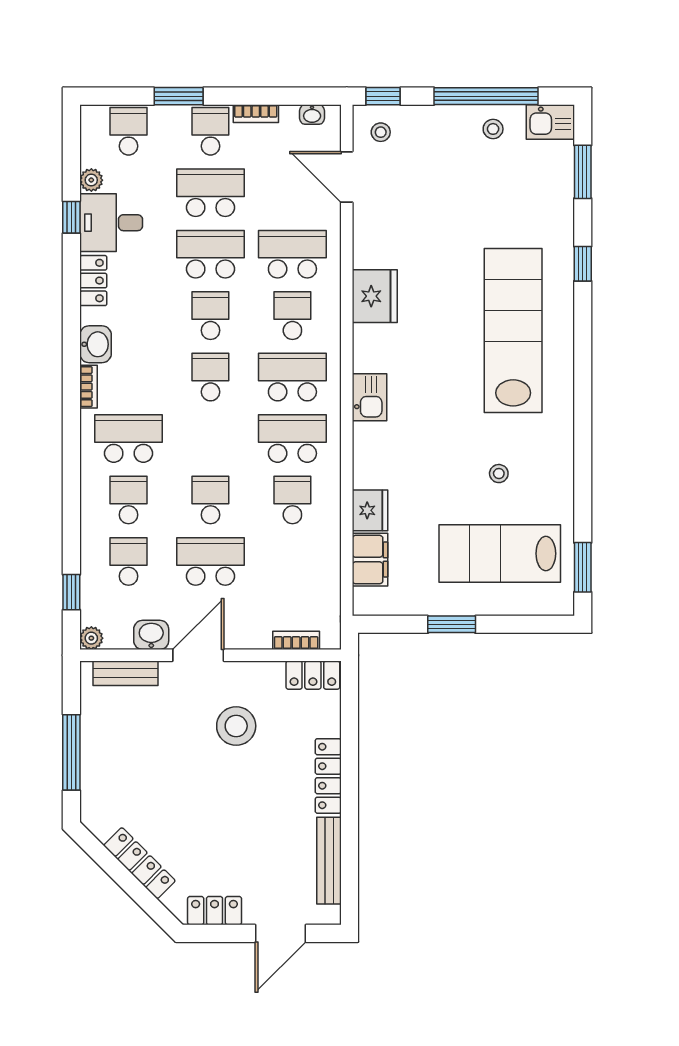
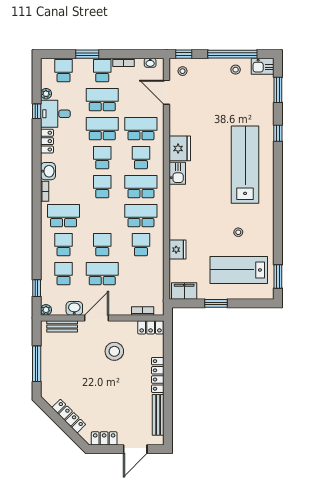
kitchen sink: (369, 397) -> (177, 173), moved
filing cabinet: (370, 560) -> (184, 291), moved, turned -90

